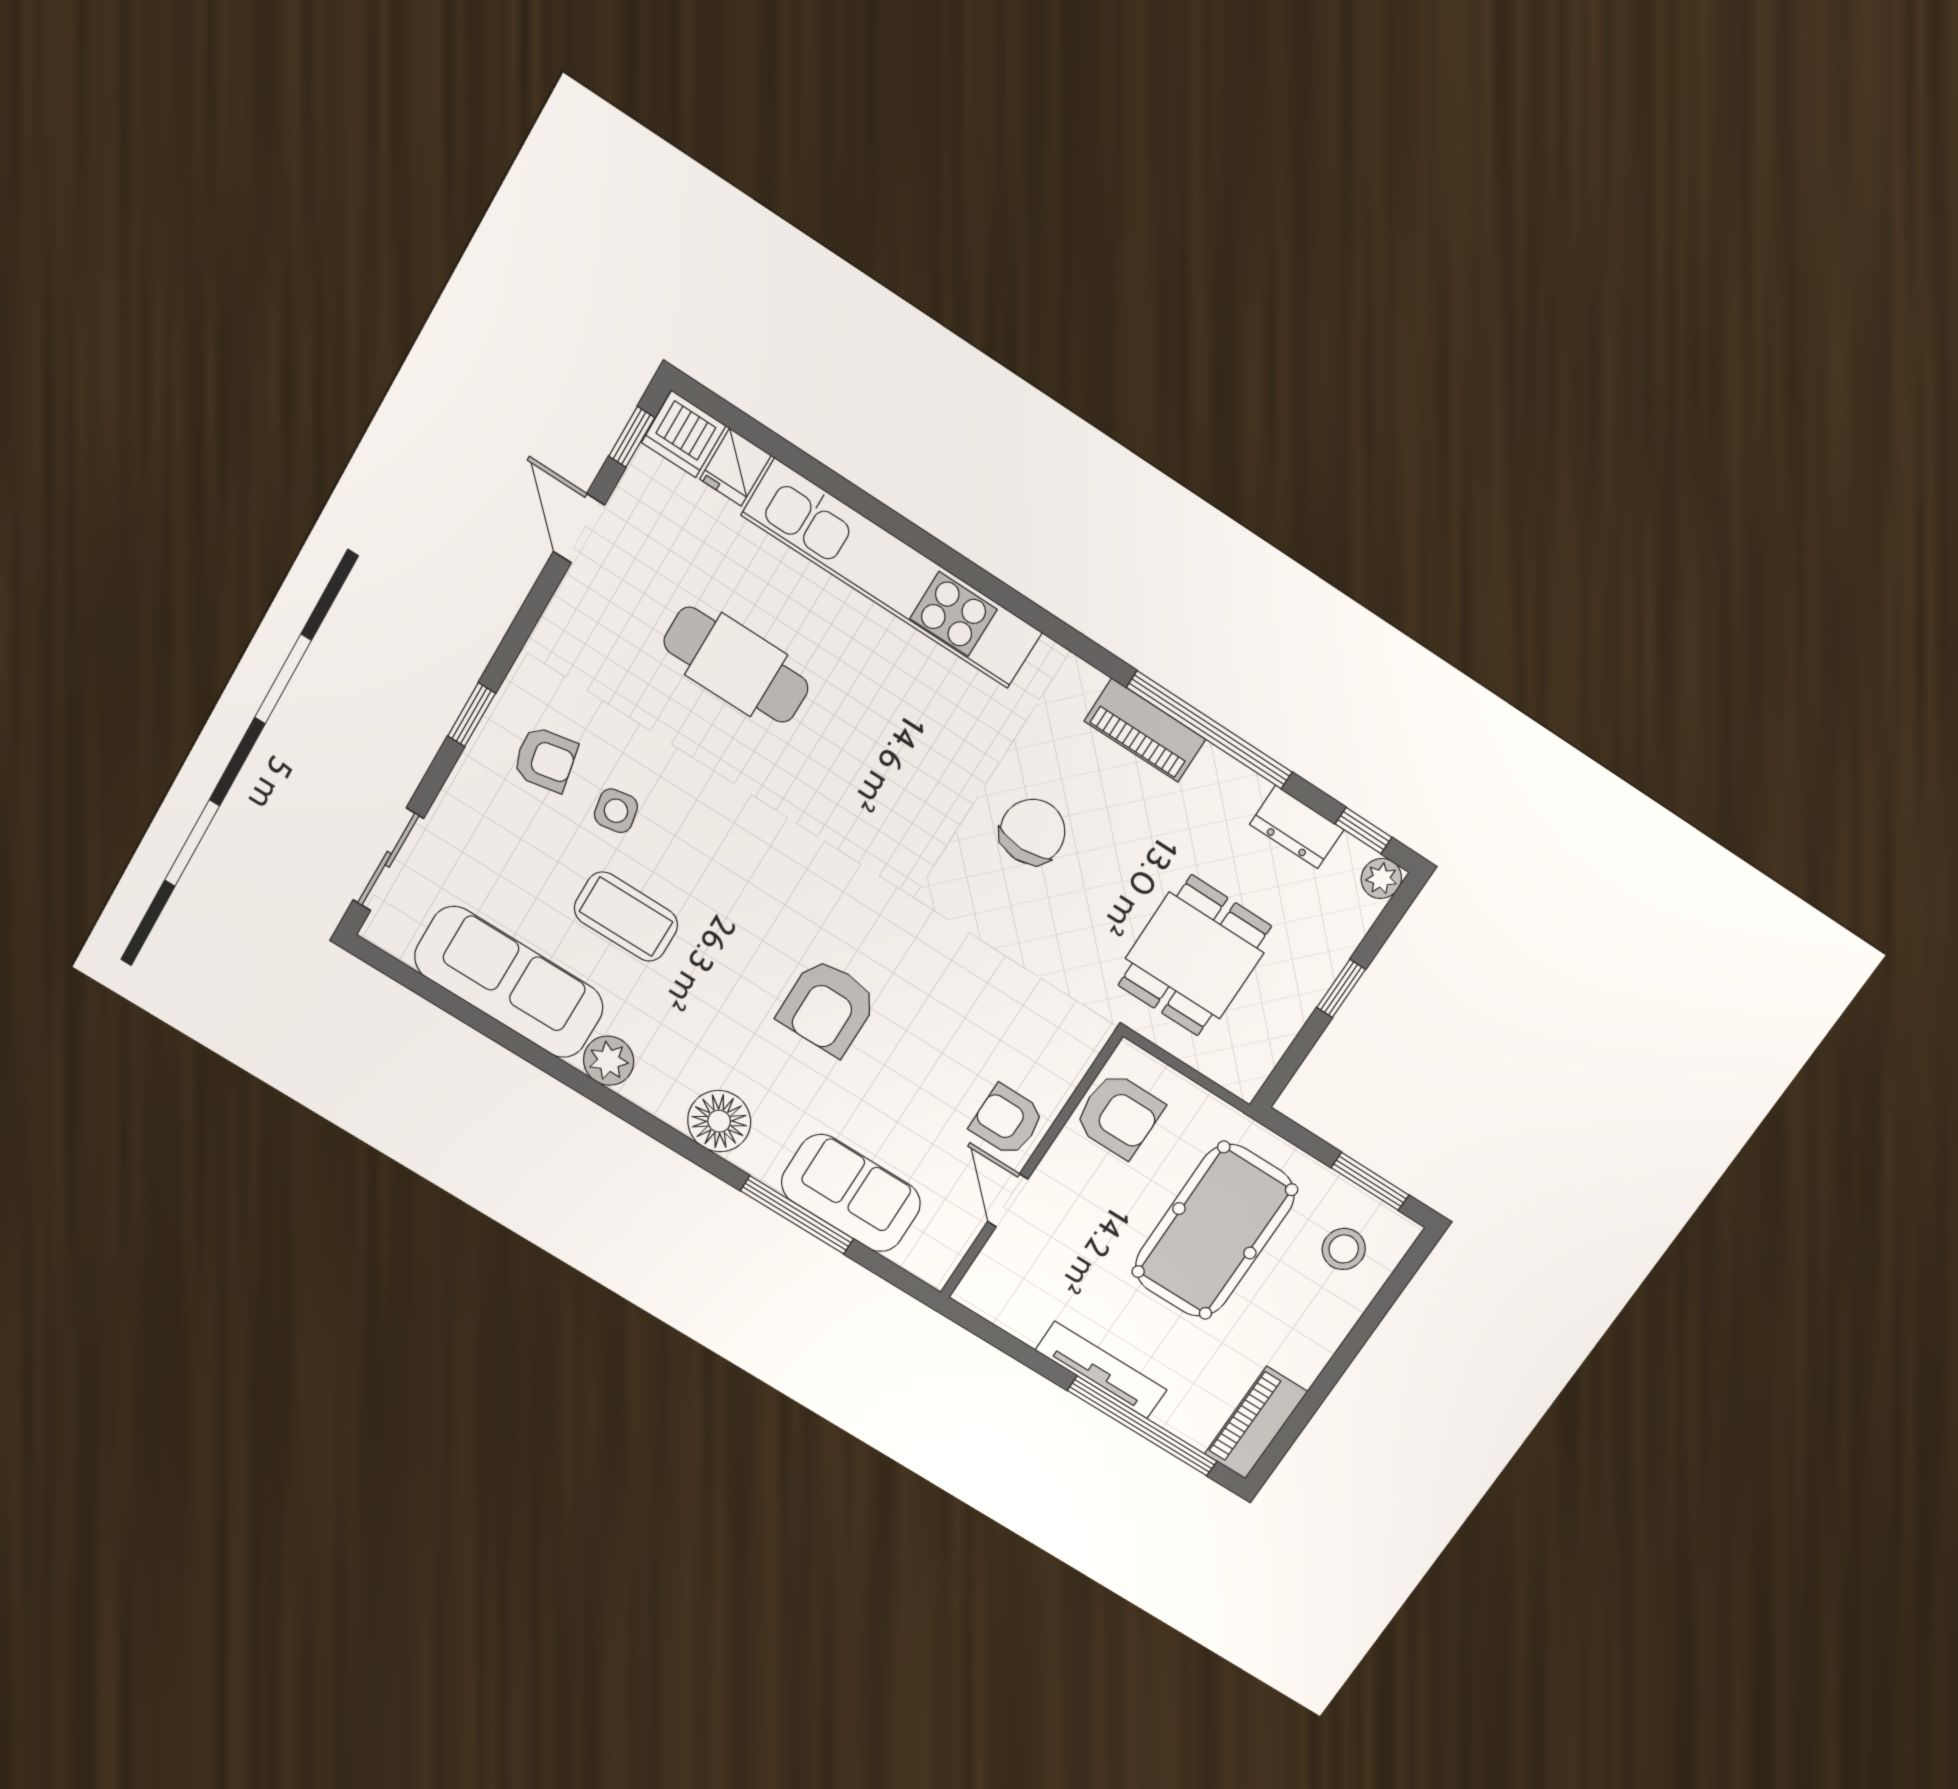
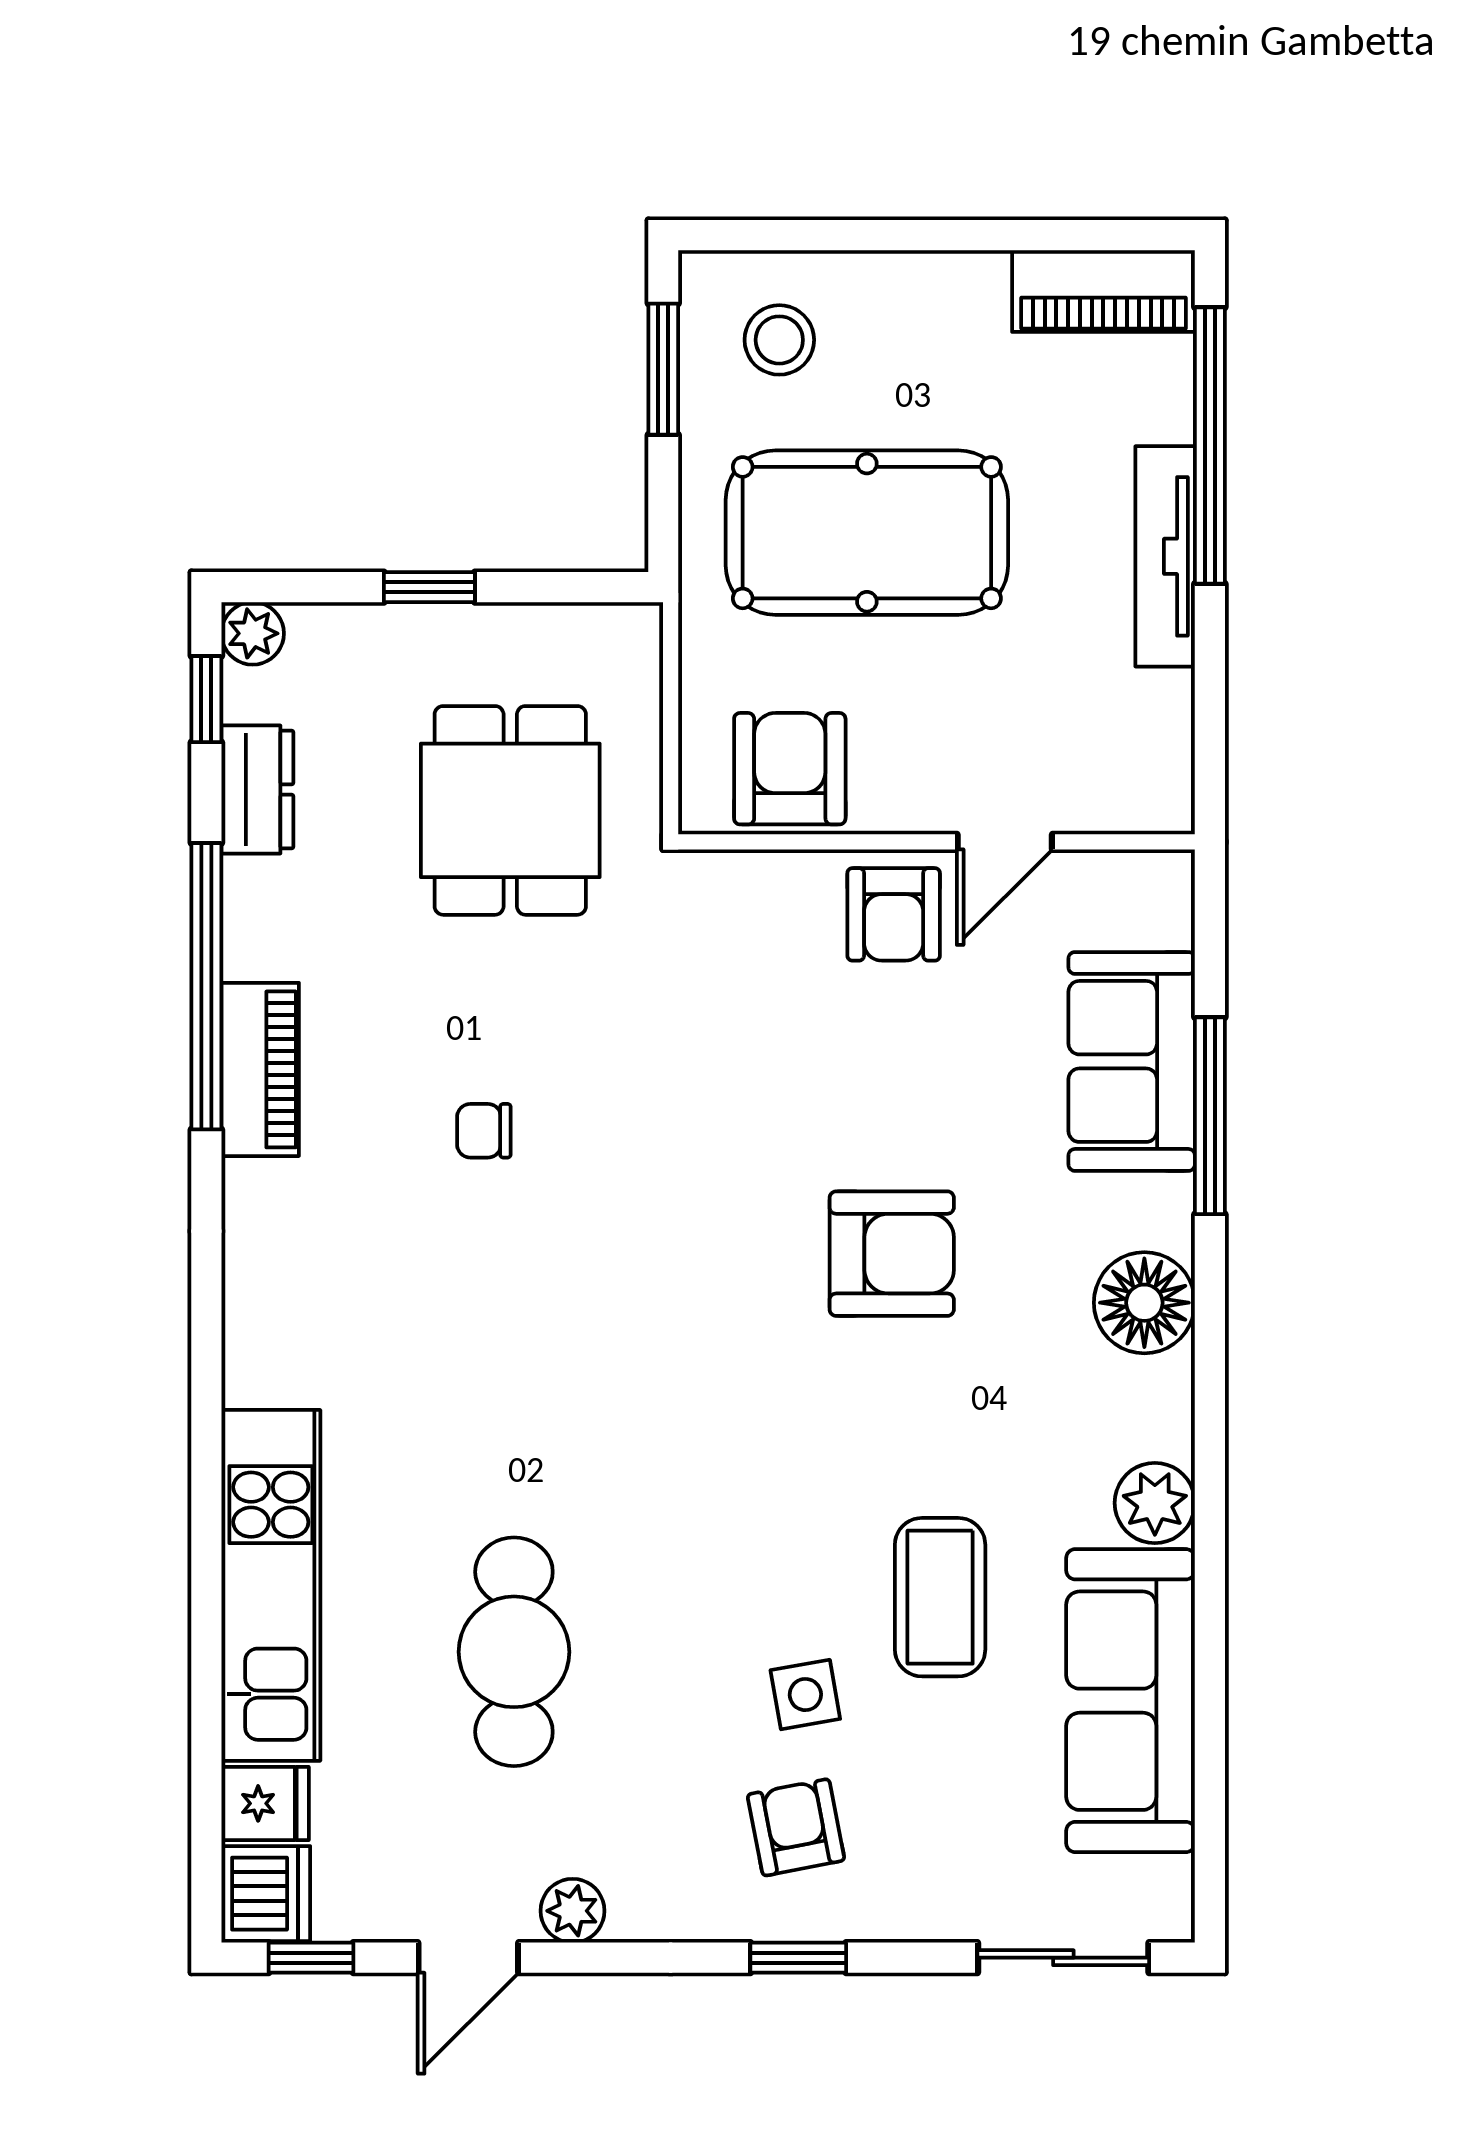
kitchen unit: (892, 574) -> (271, 1585), width x0.73
plant: (571, 605) -> (573, 1911), added
chair: (1032, 832) -> (484, 1131), width x0.54, depth x0.54
dining table: (1195, 956) -> (510, 810), turned 90

